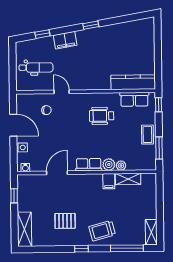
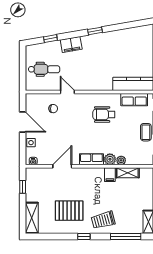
pallet: (65, 221) -> (69, 211), width x1.50, depth x1.42

